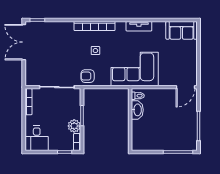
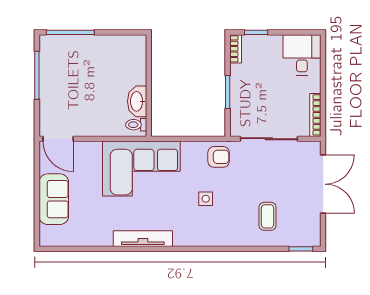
bookcase: (95, 26) -> (207, 239), removed
tv unit: (139, 26) -> (143, 239), width x1.41
sofa: (182, 30) -> (54, 199), moved, turned 90
coffee table: (58, 40) -> (268, 216), added
double door: (24, 42) -> (323, 184), moved
door: (185, 87) -> (58, 139), swing flipped
plant: (74, 126) -> (240, 75), removed

